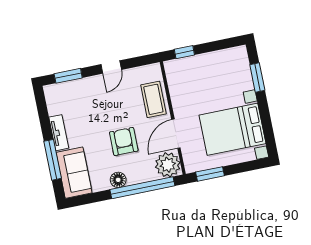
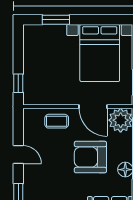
coffee table: (153, 99) -> (57, 121), width x0.73, depth x0.77
armchair: (124, 141) -> (90, 157), width x1.36, depth x1.36

